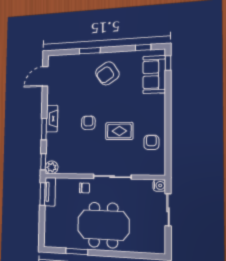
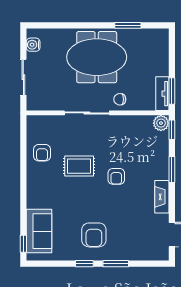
window: (143, 47) -> (84, 264), moved
armchair: (107, 73) -> (94, 235), turned 124
fireplace: (52, 119) -> (162, 197), moved
water cooler: (159, 185) -> (33, 45), moved

